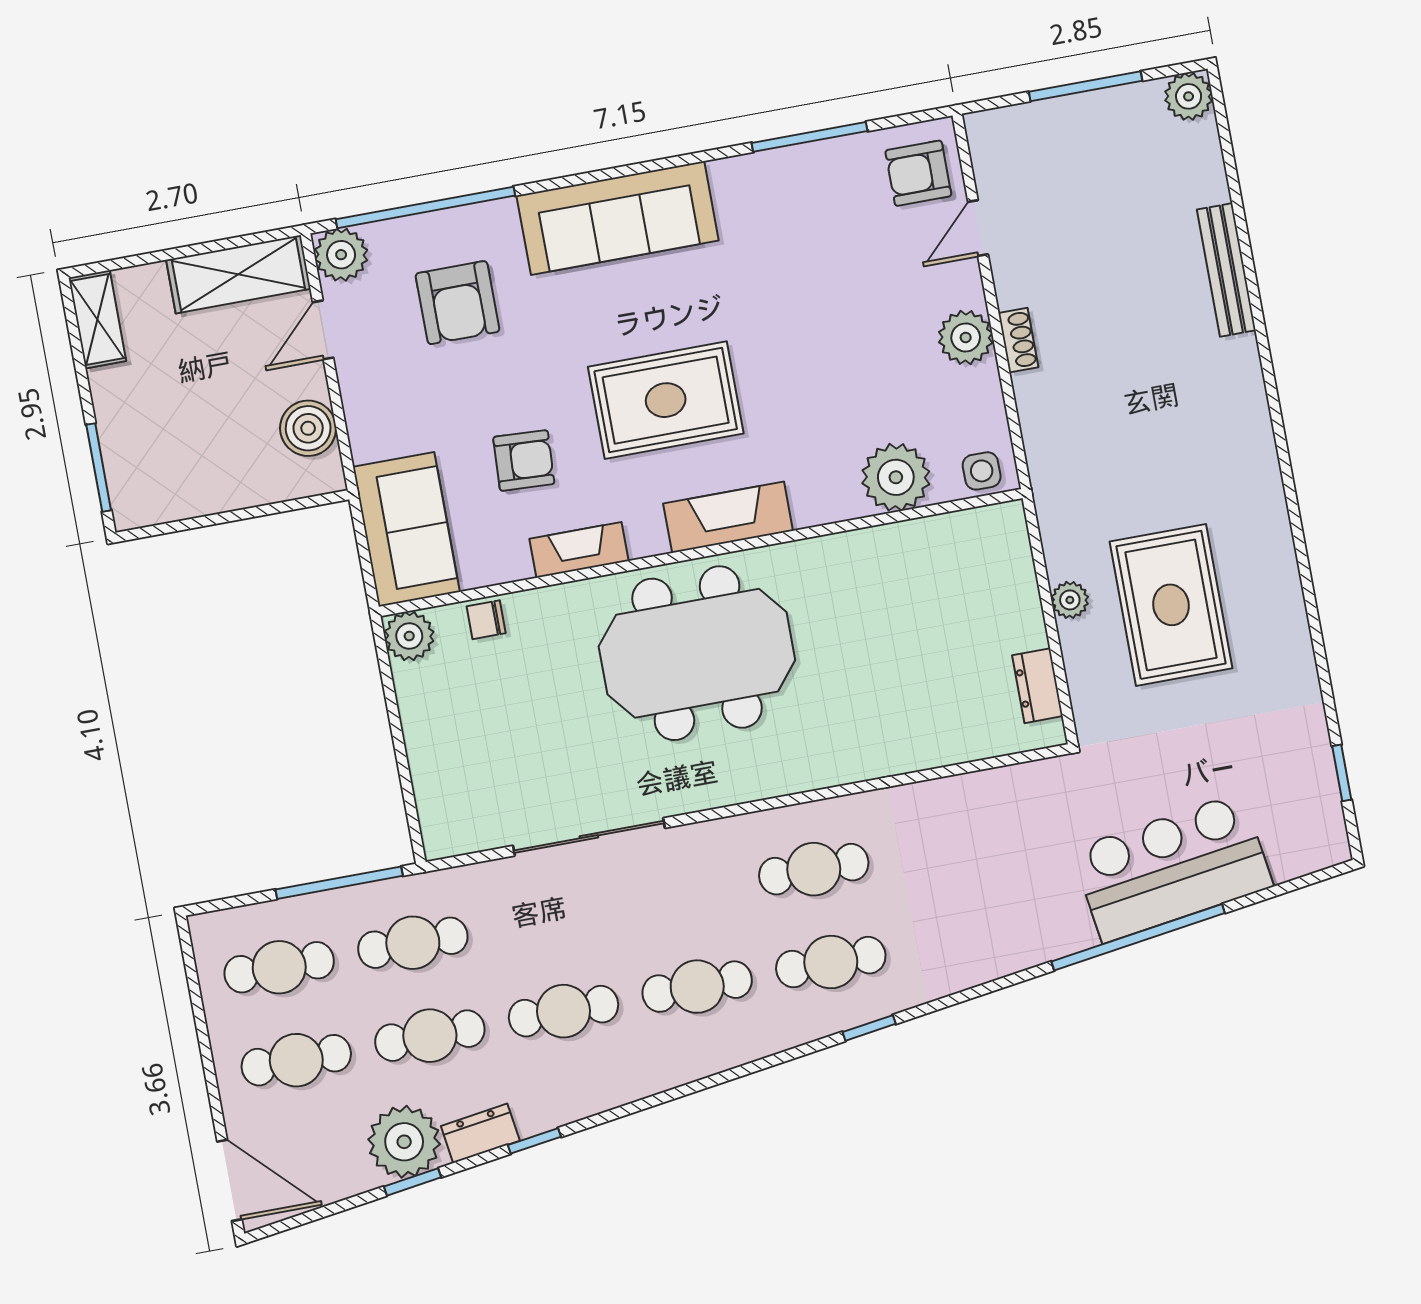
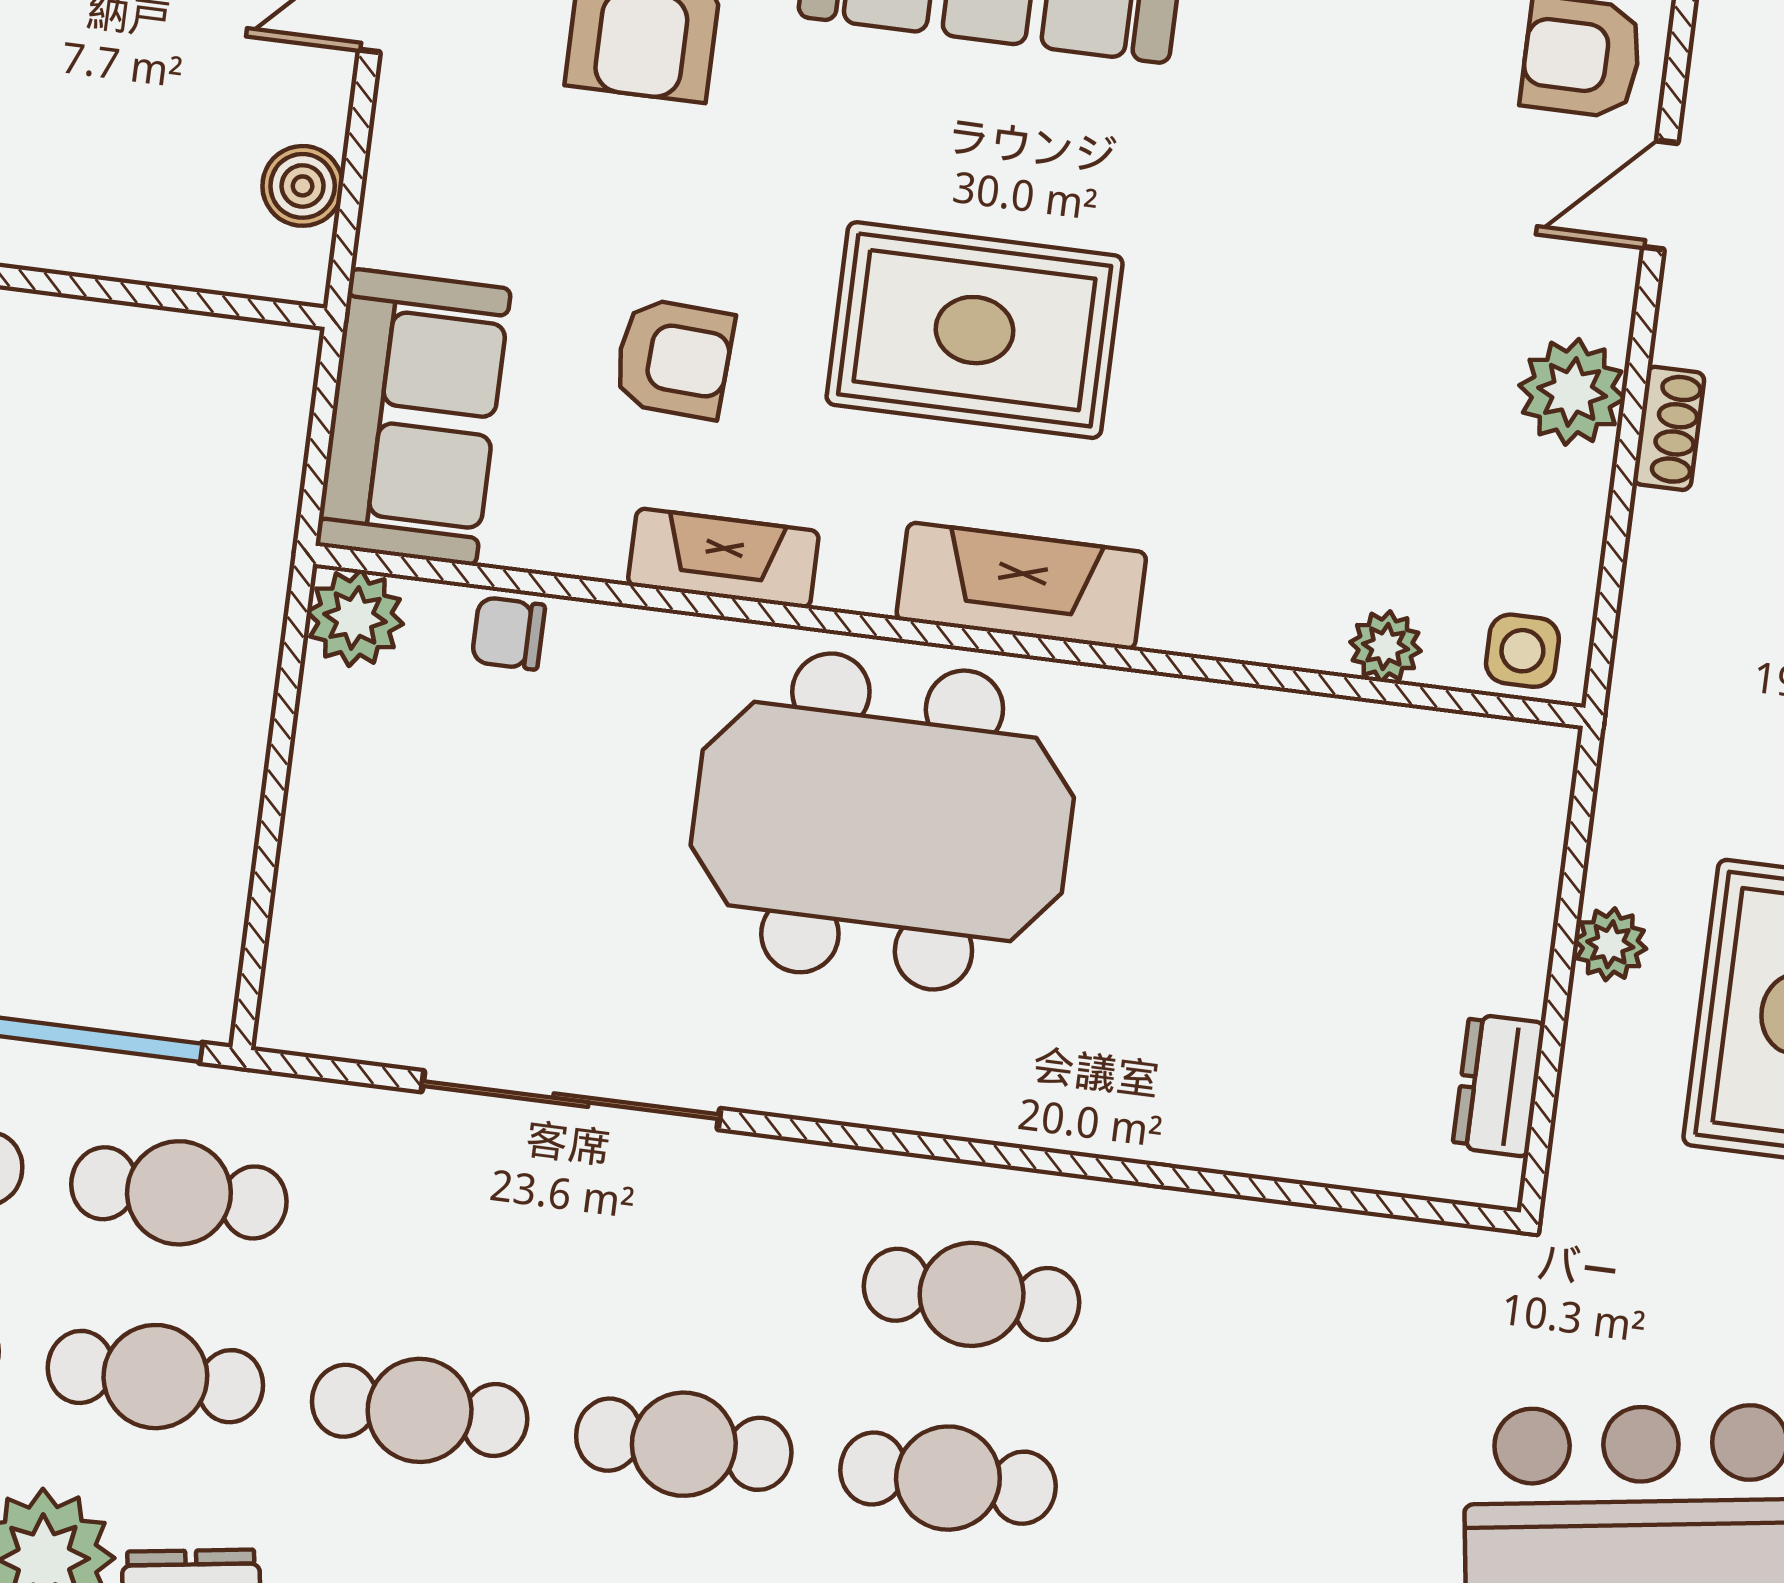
boiler: (308, 428) -> (303, 186), width x0.73, depth x0.73
plant: (896, 477) -> (1385, 647), width x0.53, depth x0.53

